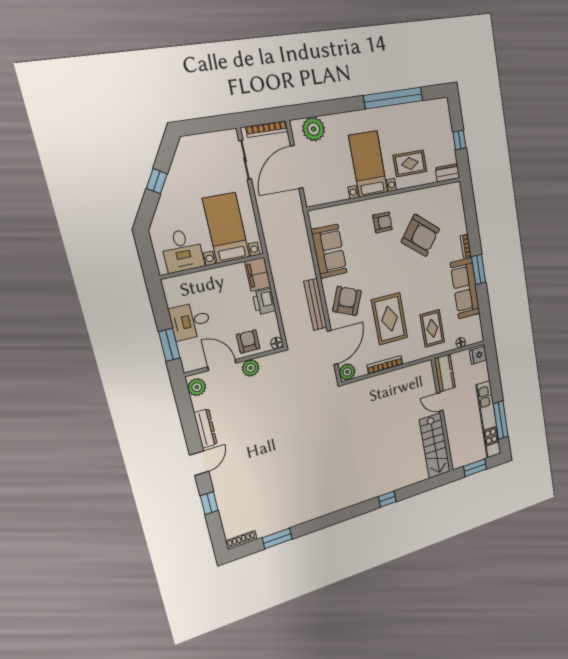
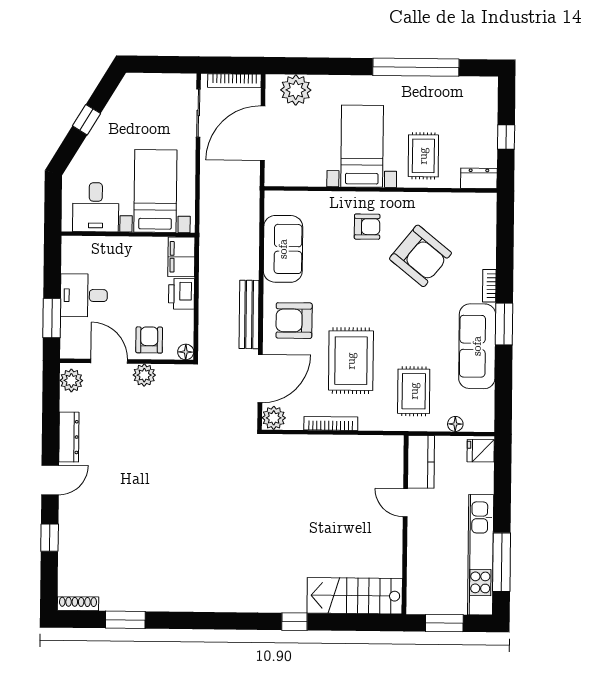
rug: (410, 163) -> (423, 156), turned 90
armchair: (347, 301) -> (294, 321), turned -113
stairs: (435, 446) -> (355, 596), moved, turned 90

